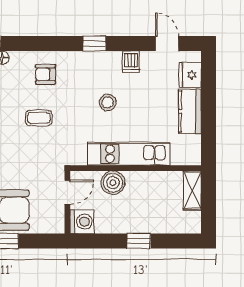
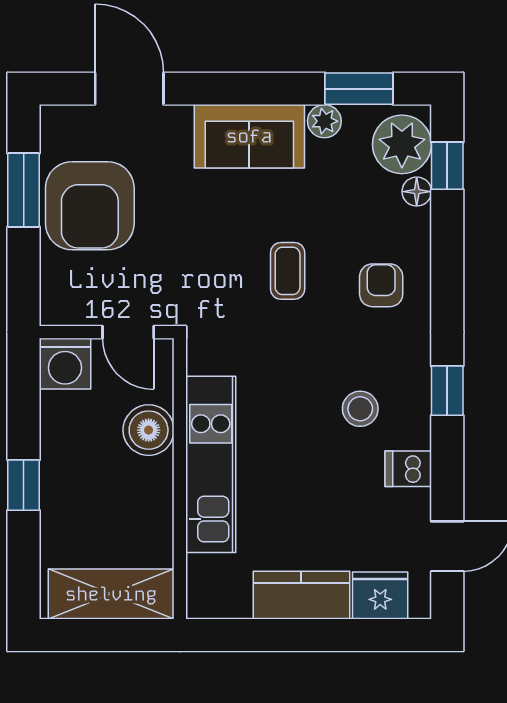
stool: (108, 102) -> (360, 409), moved
shelving: (192, 190) -> (111, 594), width x1.50, depth x1.33

